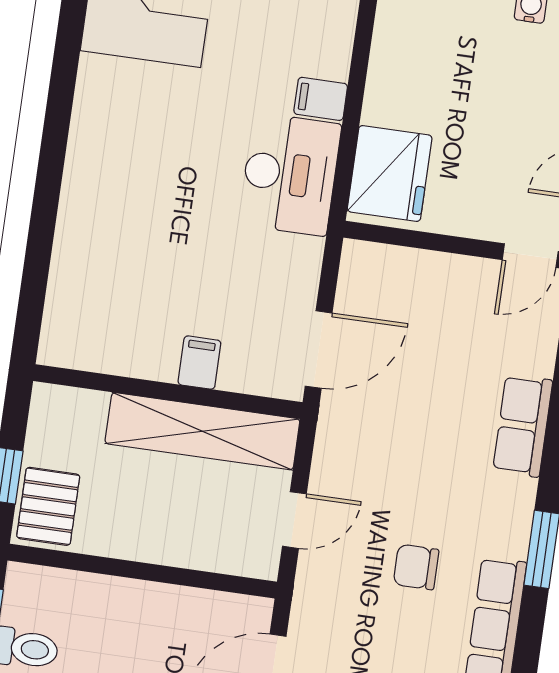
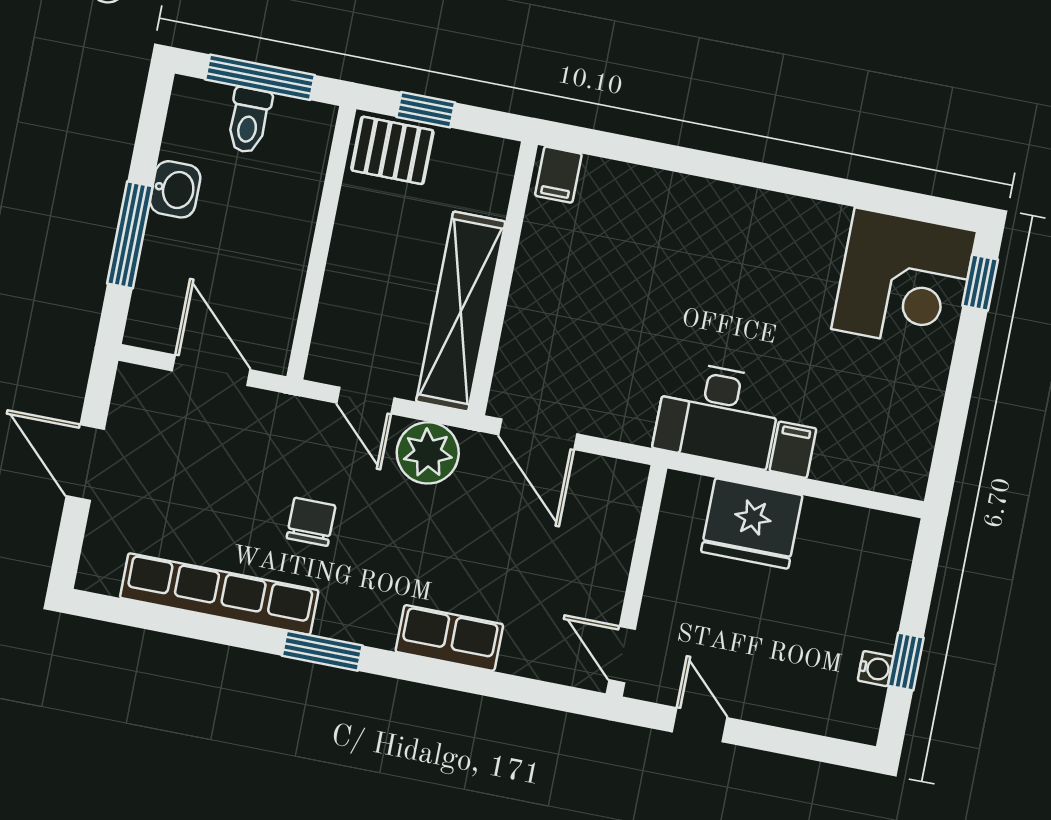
fridge: (390, 173) -> (752, 523), moved
filing cabinet: (199, 363) -> (558, 175), moved, turned 90
plant: (343, 456) -> (428, 453), added

